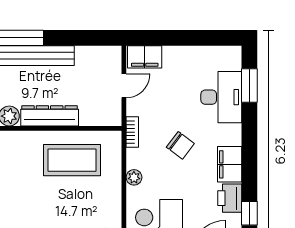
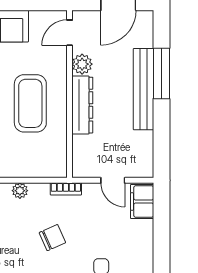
chair: (180, 145) -> (52, 238), turned -151
coffee table: (72, 160) -> (30, 103), moved

